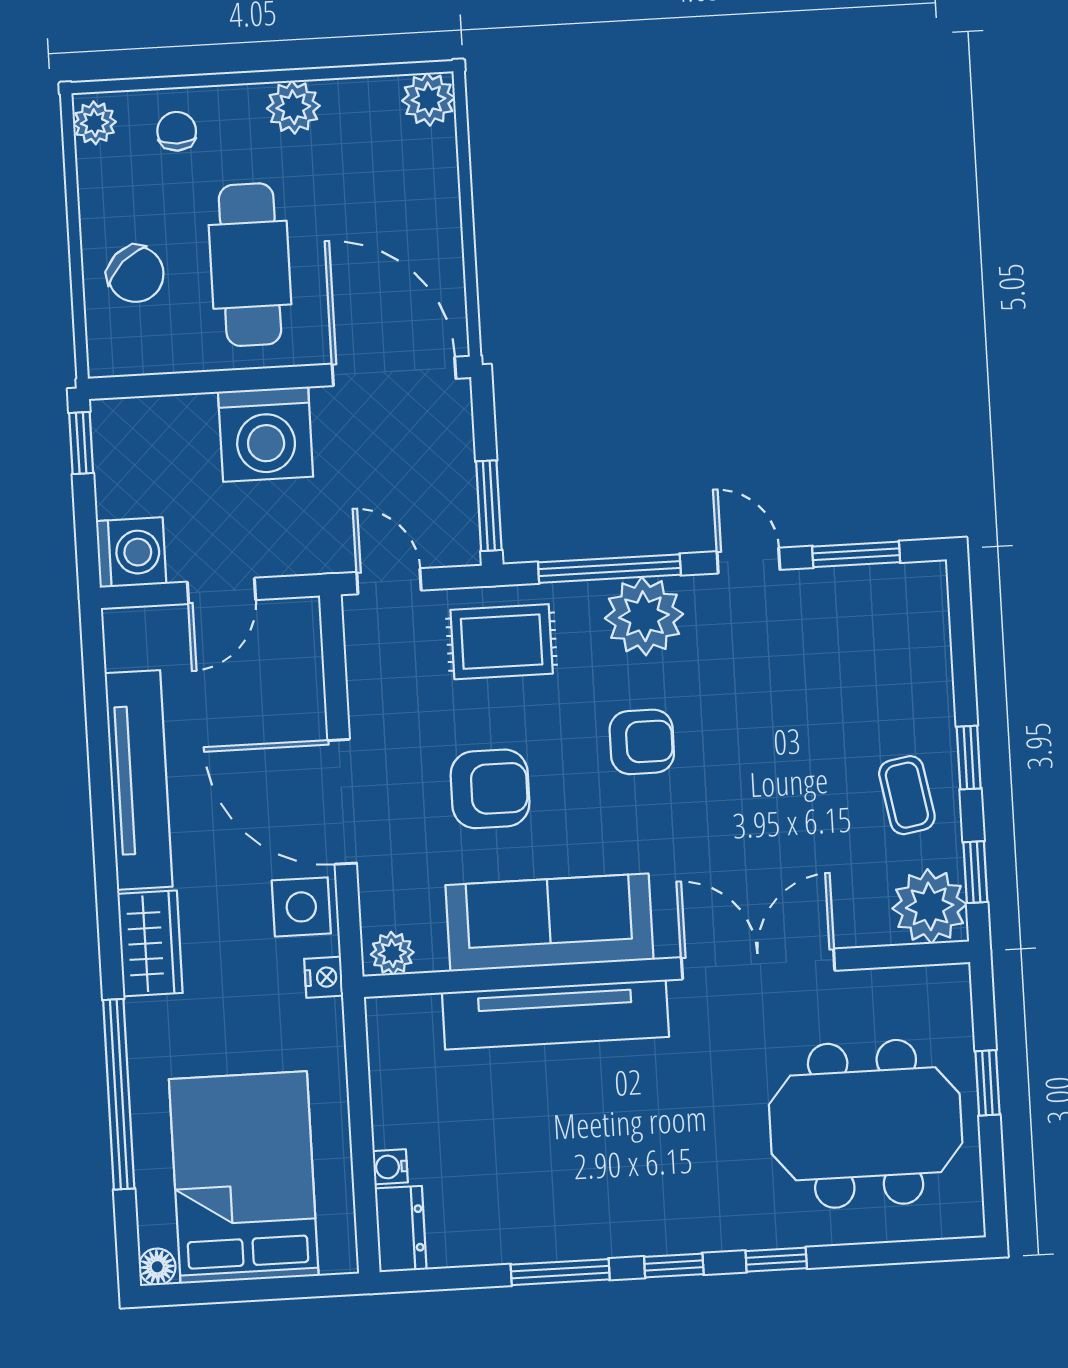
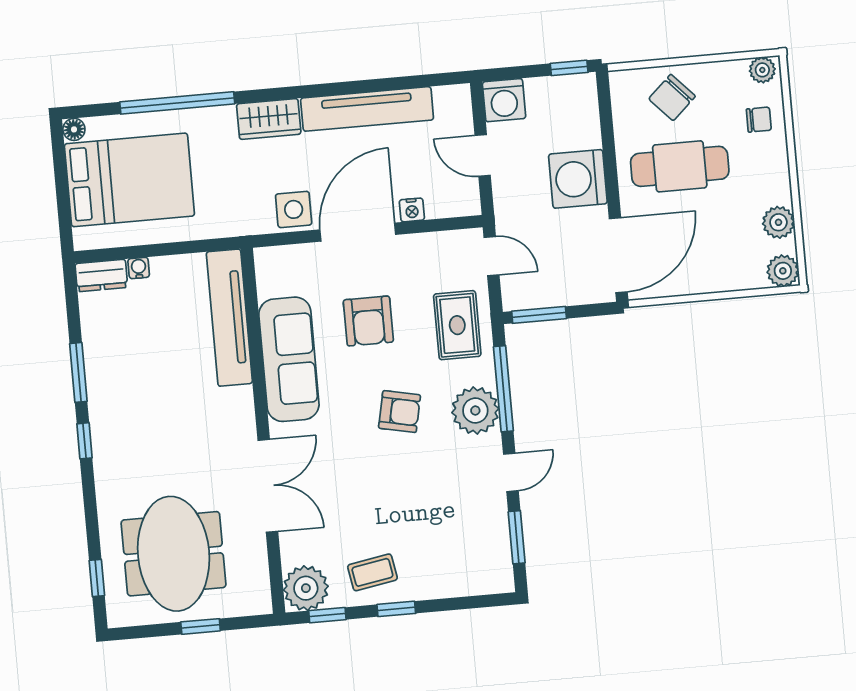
plant: (293, 107) -> (778, 222), moved
door: (389, 581) -> (492, 256), hinge flipped
armchair: (642, 742) -> (400, 412), turned -78
plant: (392, 953) -> (267, 265), removed
nightstand: (324, 977) -> (412, 210), moved
tv unit: (555, 1015) -> (229, 318), moved
window: (776, 1260) -> (97, 578), moved

